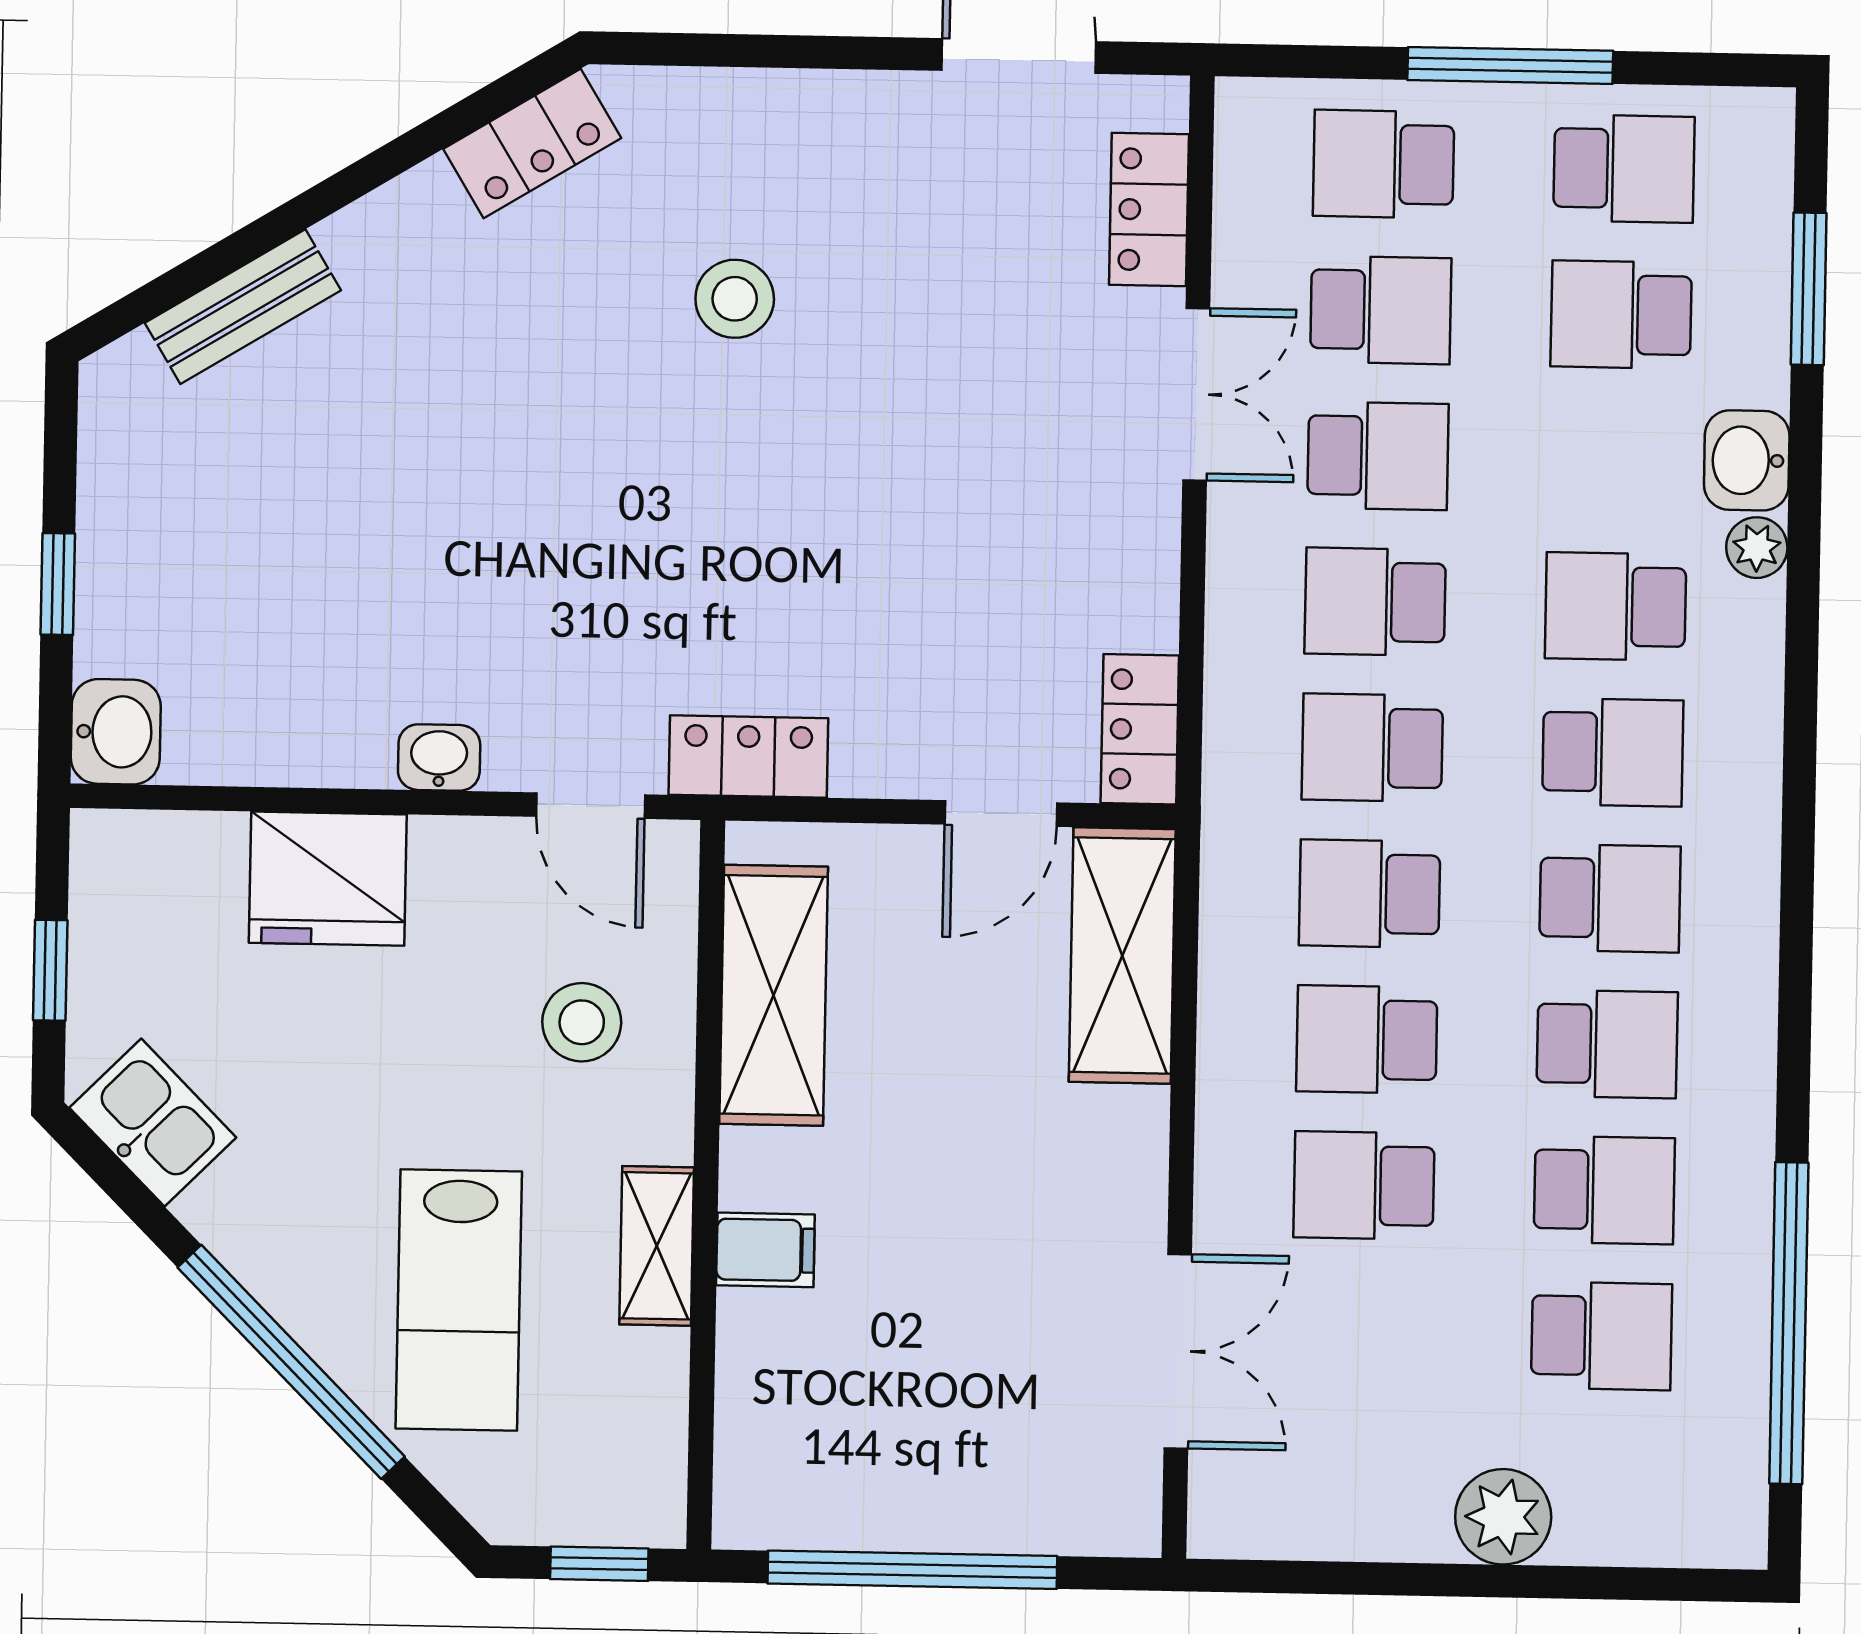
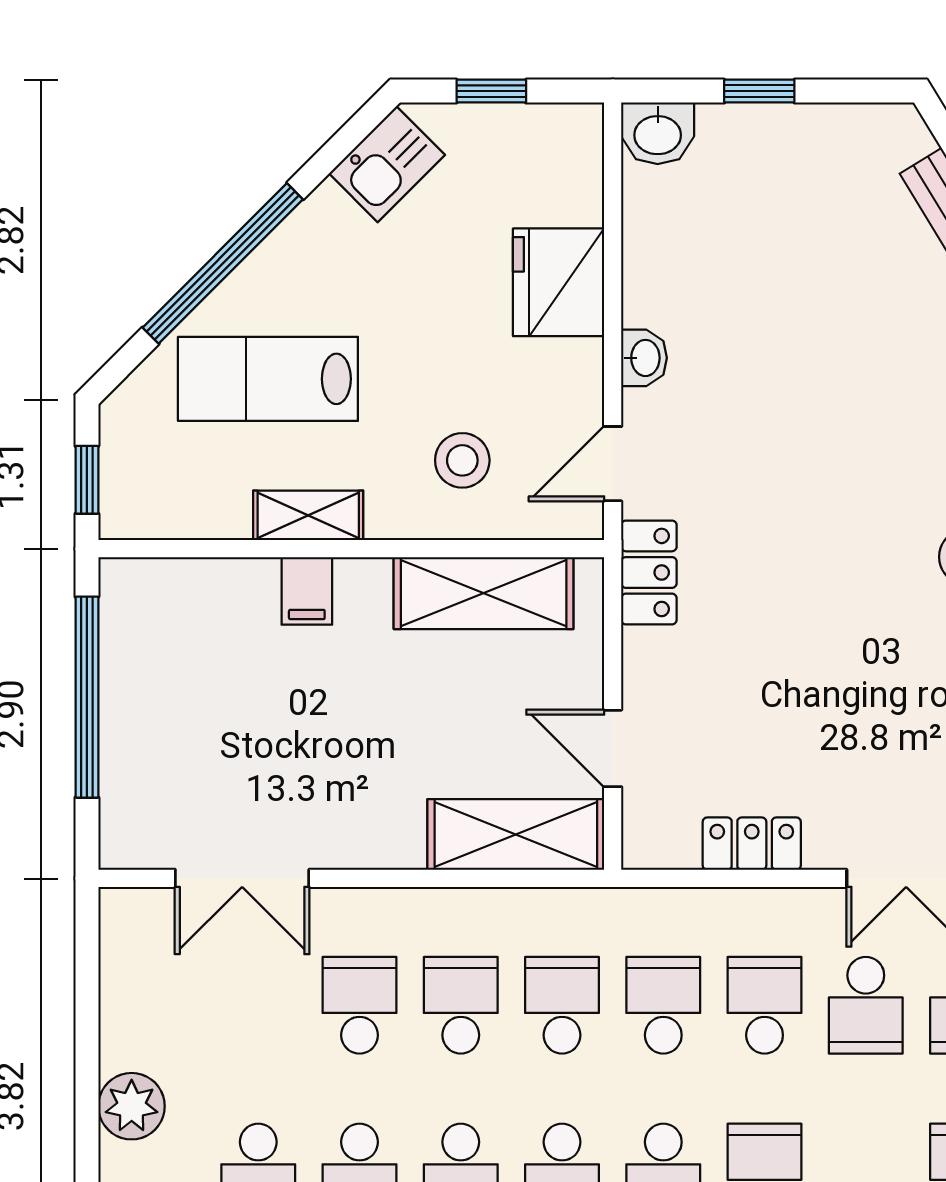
locker: (1140, 729) -> (752, 844), moved

